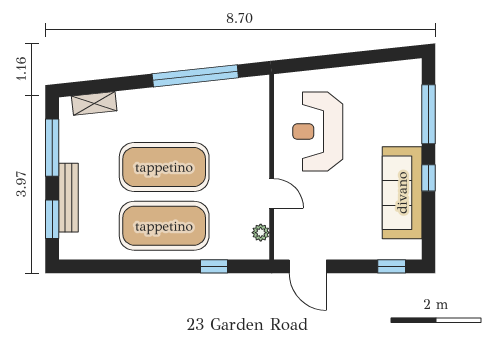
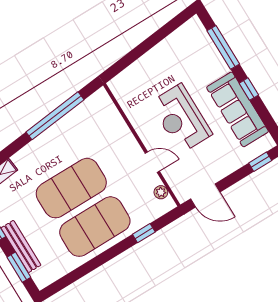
reception desk: (318, 132) -> (181, 118), moved

